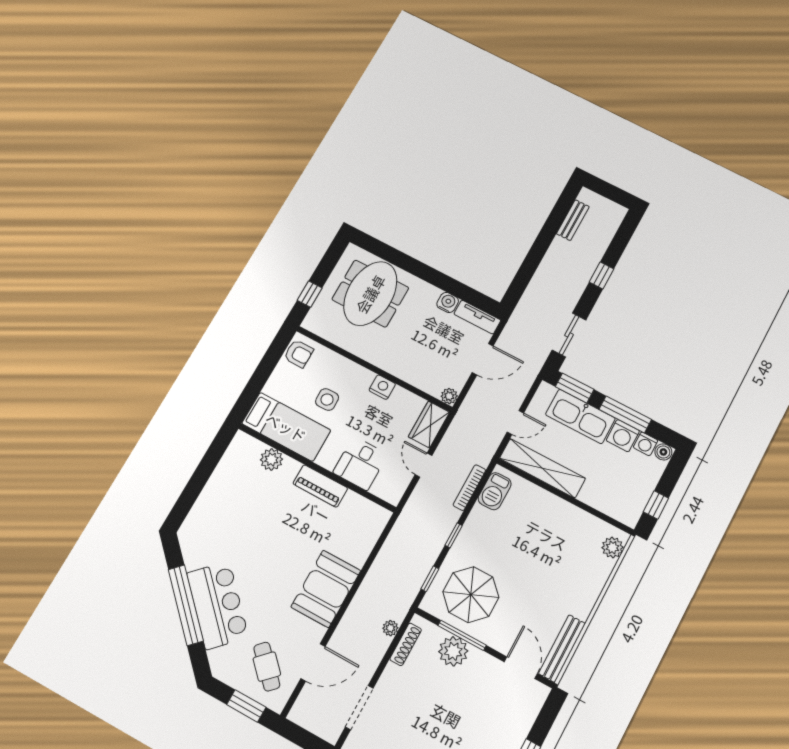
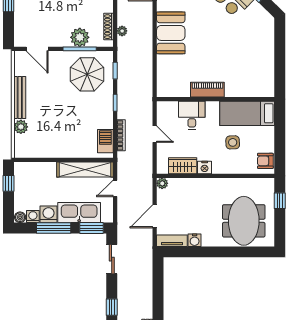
wardrobe: (429, 424) -> (183, 166), moved, turned -90
plant: (271, 459) -> (245, 90), removed
plant: (613, 547) -> (21, 127), moved
bench: (562, 648) -> (20, 97), moved

